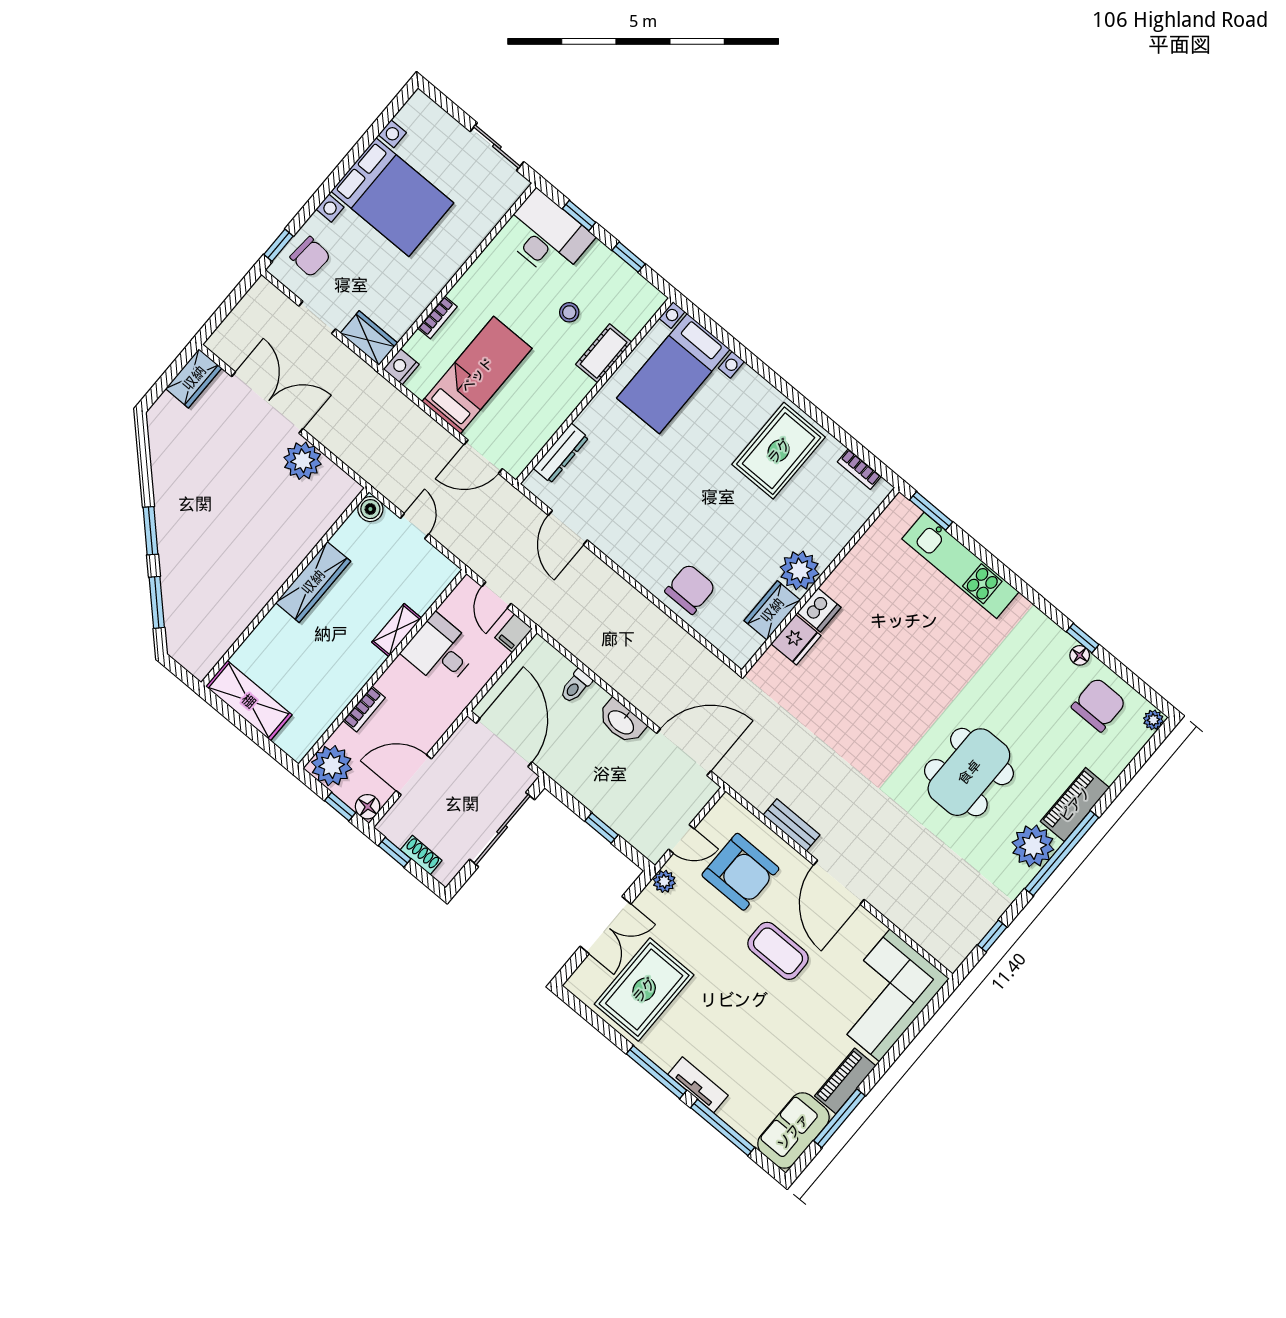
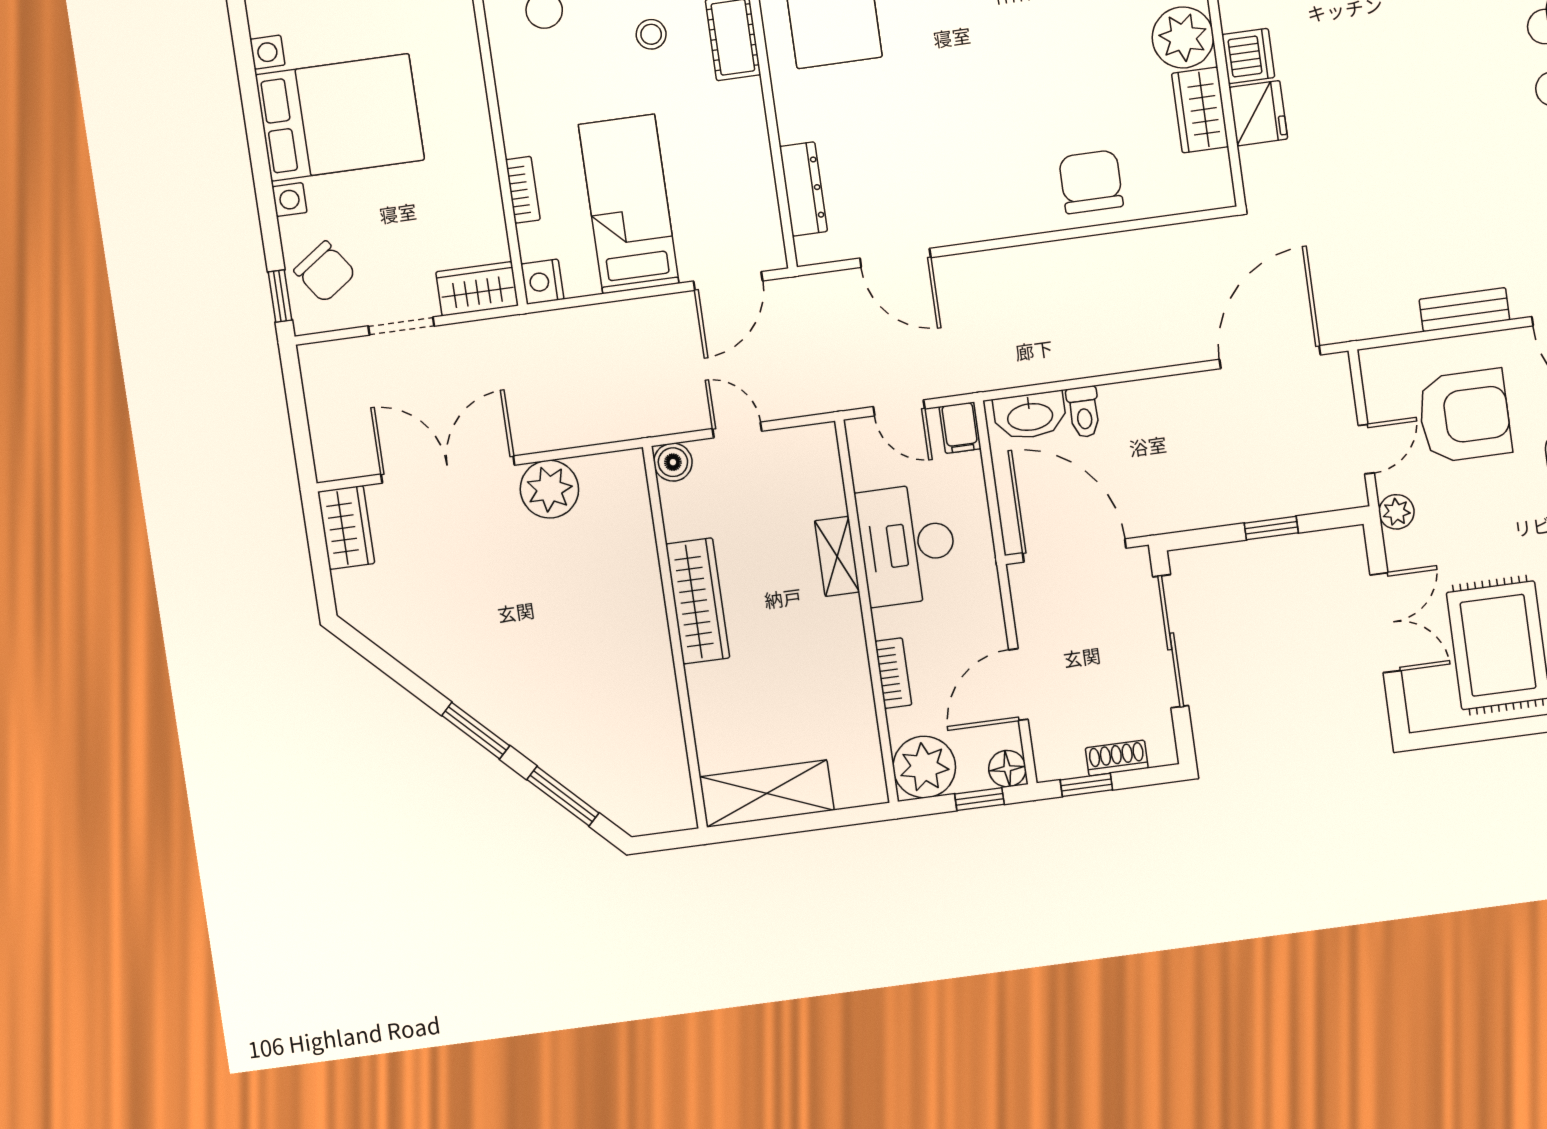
chair: (310, 257) -> (325, 272), turned 51
desk: (440, 651) -> (907, 544), width x1.37
washbasin: (621, 722) -> (1030, 416), moved

